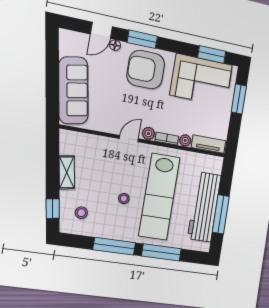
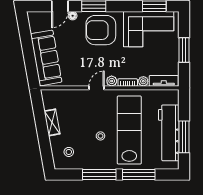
window: (239, 99) -> (184, 50), moved
lab bench: (159, 196) -> (129, 130), turned 180
window: (53, 209) -> (46, 152), removed

